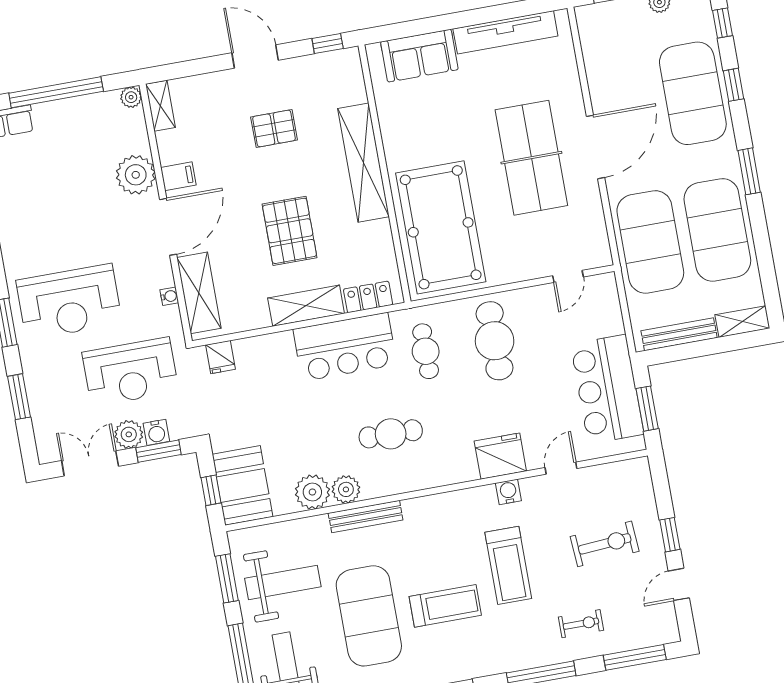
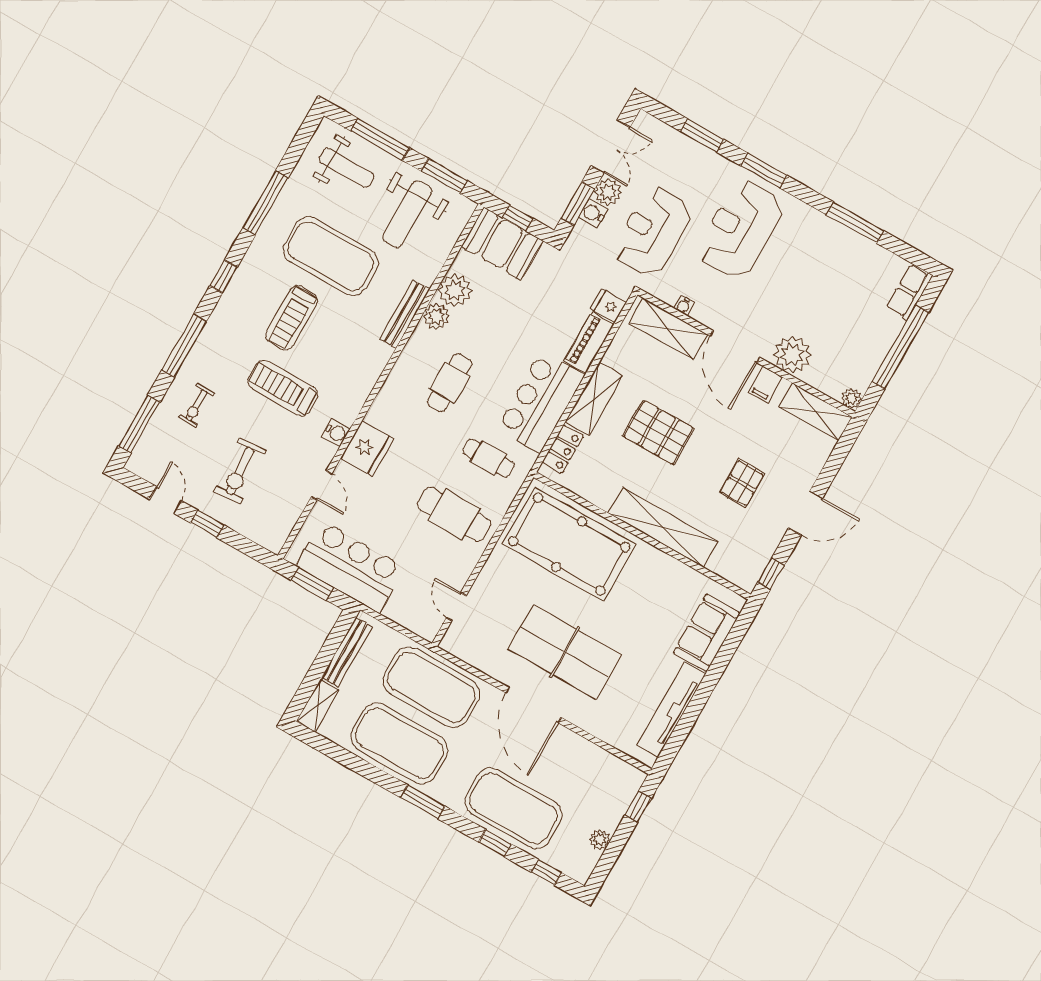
shelving: (160, 106) -> (816, 412), width x1.50, depth x1.33
piano: (264, 348) -> (589, 343), added

